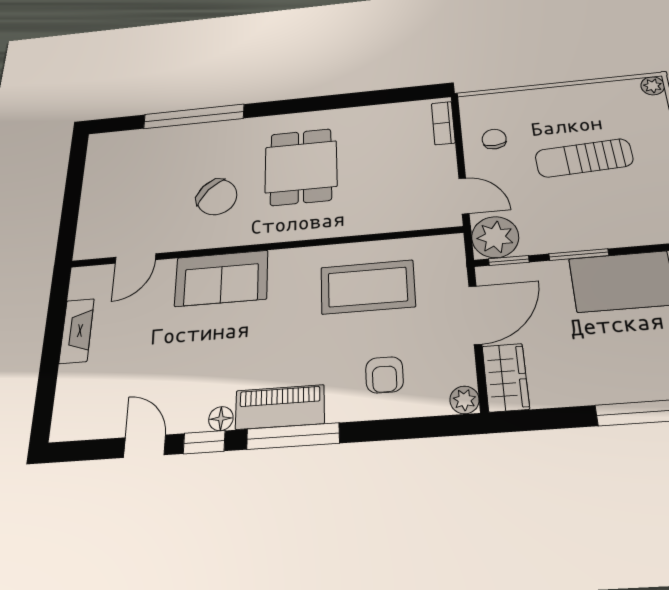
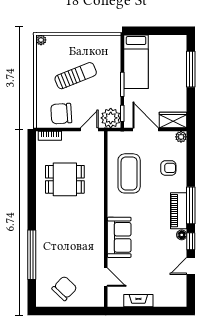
chair: (494, 139) -> (61, 114), width x1.87, depth x1.87
sun lounger: (584, 158) -> (76, 76), turned -109
dining table: (301, 167) -> (65, 179), moved
chair: (217, 197) -> (64, 288), moved

